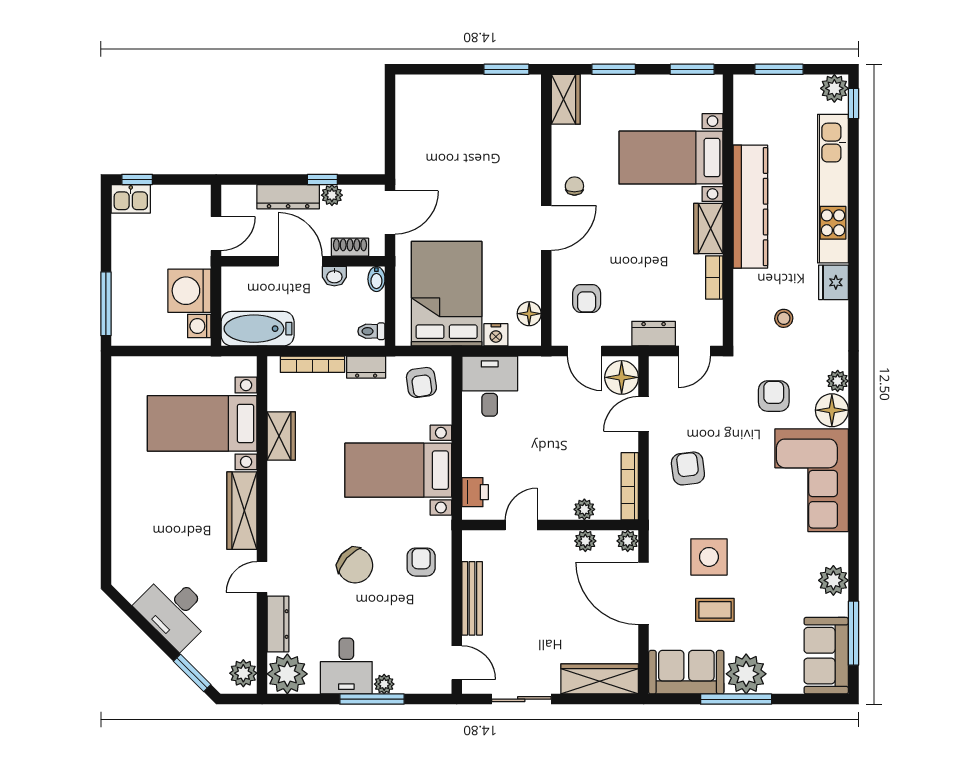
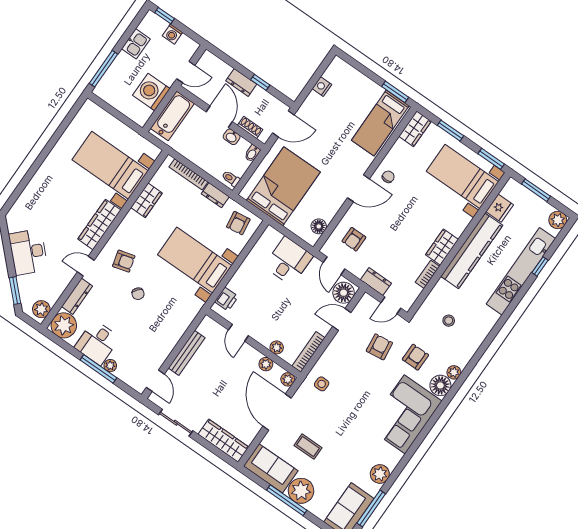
window: (853, 104) -> (540, 266), moved
bed: (515, 123) -> (380, 123), added
bed with nightstands: (671, 158) -> (462, 177), moved
plant: (332, 195) -> (260, 94), removed
dresser: (288, 197) -> (241, 82), width x0.70
kitchen sink: (131, 199) -> (136, 44), moved, turned -90
fridge: (833, 282) -> (500, 208), moved, turned 180
washing machine: (199, 326) -> (172, 34), moved, turned -90
bathtub: (258, 329) -> (172, 116), moved, turned 90
nightstand: (496, 335) -> (322, 87), moved, turned 90
desk: (490, 386) -> (289, 261), moved
armchair: (688, 468) -> (379, 347), moved
door: (521, 525) -> (238, 333), swing flipped
side table: (709, 557) -> (322, 384), moved, width x0.54, depth x0.54
armchair: (421, 562) -> (124, 261), moved, turned 75
chair: (355, 565) -> (138, 294), width x0.54, depth x0.54

